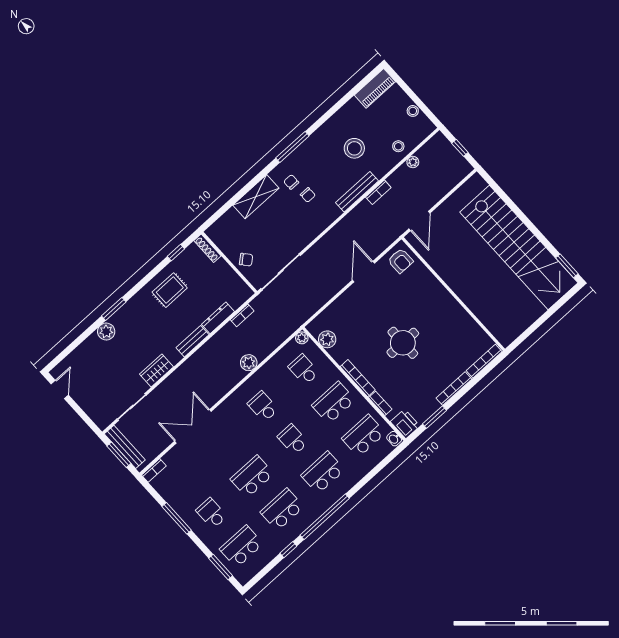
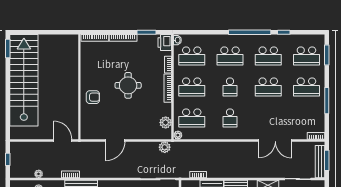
door: (419, 221) -> (63, 140), hinge flipped
armchair: (400, 261) -> (93, 97), moved, turned 90
plant: (249, 363) -> (165, 147), moved
school desk: (304, 370) -> (192, 118), width x1.85
school desk: (211, 513) -> (306, 87), width x1.85

